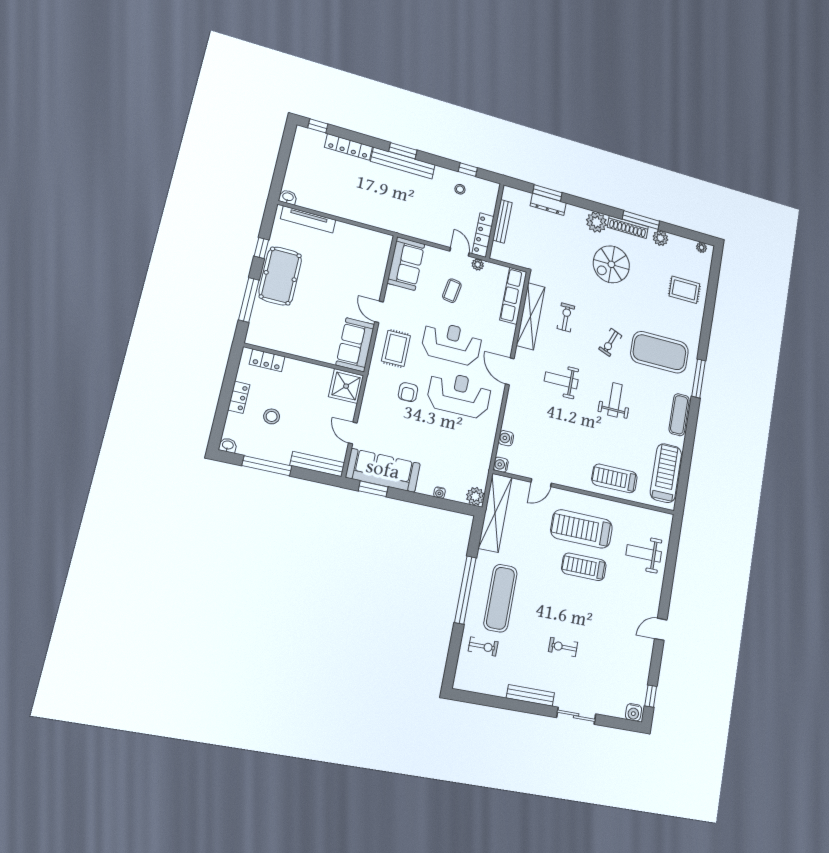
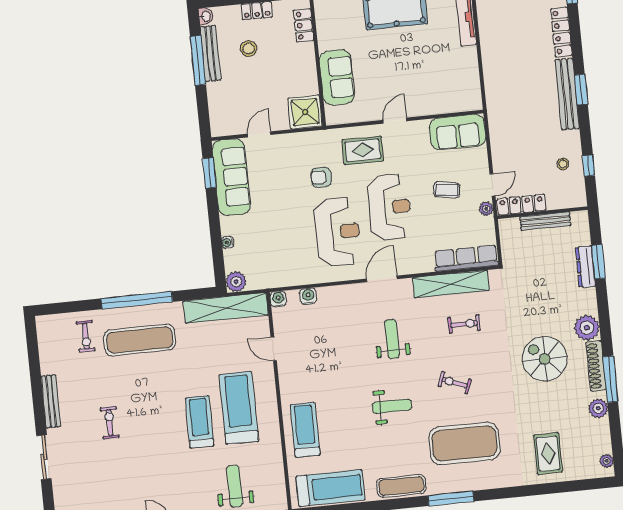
sofa: (355, 345) -> (337, 77), moved, turned 90
exercise mat: (660, 352) -> (464, 443), turned 90
bench: (317, 464) -> (210, 53), moved

